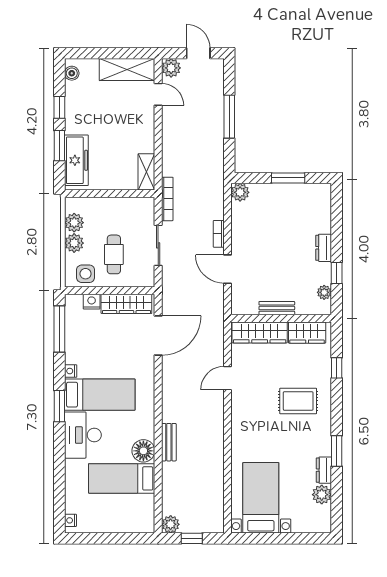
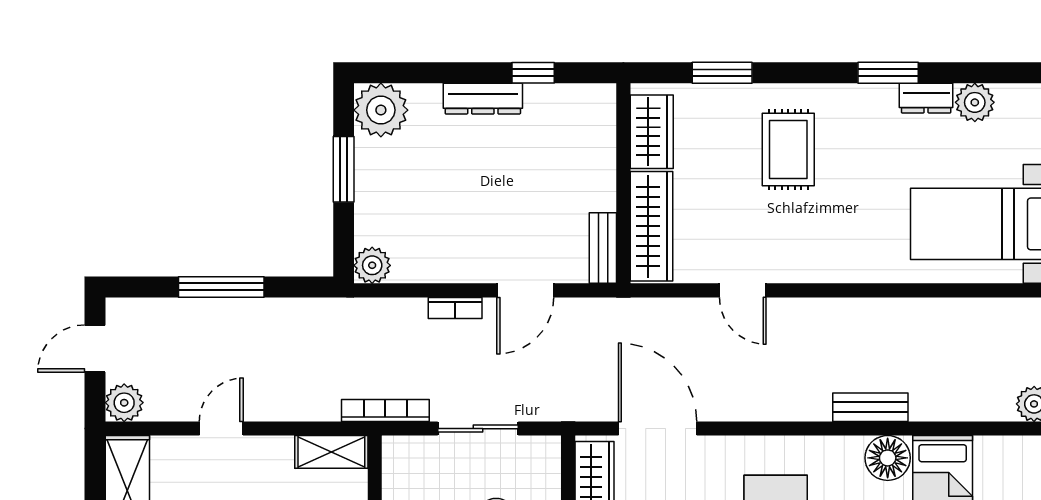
door: (158, 94) -> (221, 429), moved
dresser: (324, 248) -> (483, 99), width x1.44
plant: (324, 292) -> (381, 110), moved, width x1.87, depth x1.87
bench: (277, 308) -> (603, 248), moved
window: (337, 368) -> (722, 73), width x1.50

